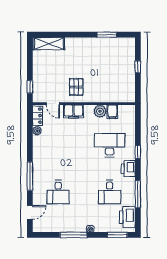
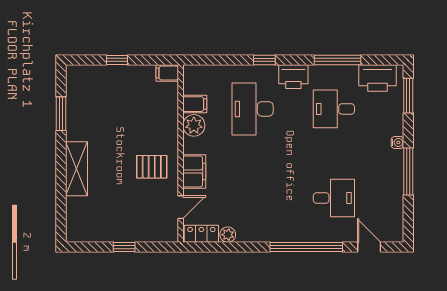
shelving: (49, 44) -> (77, 169), moved
window: (30, 87) -> (124, 247), moved
filing cabinet: (130, 96) -> (167, 73), added
window: (30, 176) -> (306, 247), width x1.46
desk: (110, 192) -> (334, 109), turned 180

